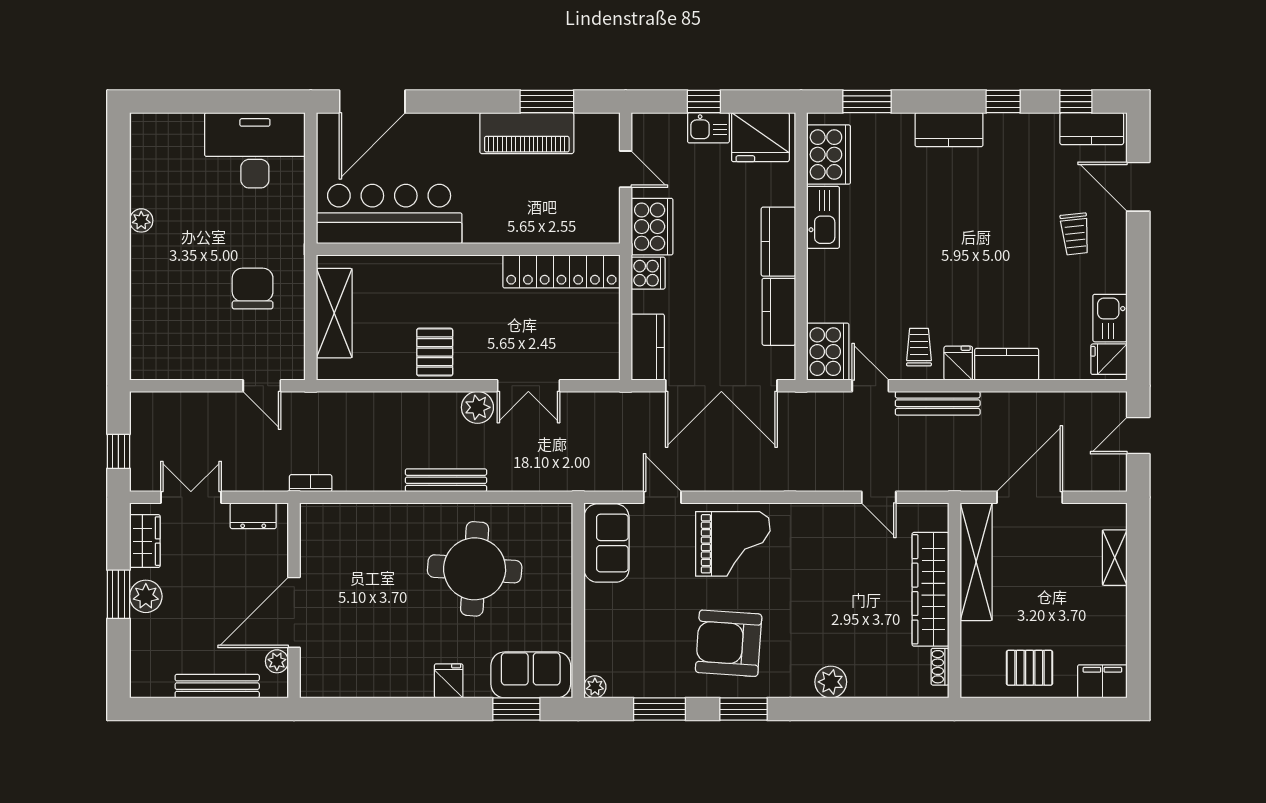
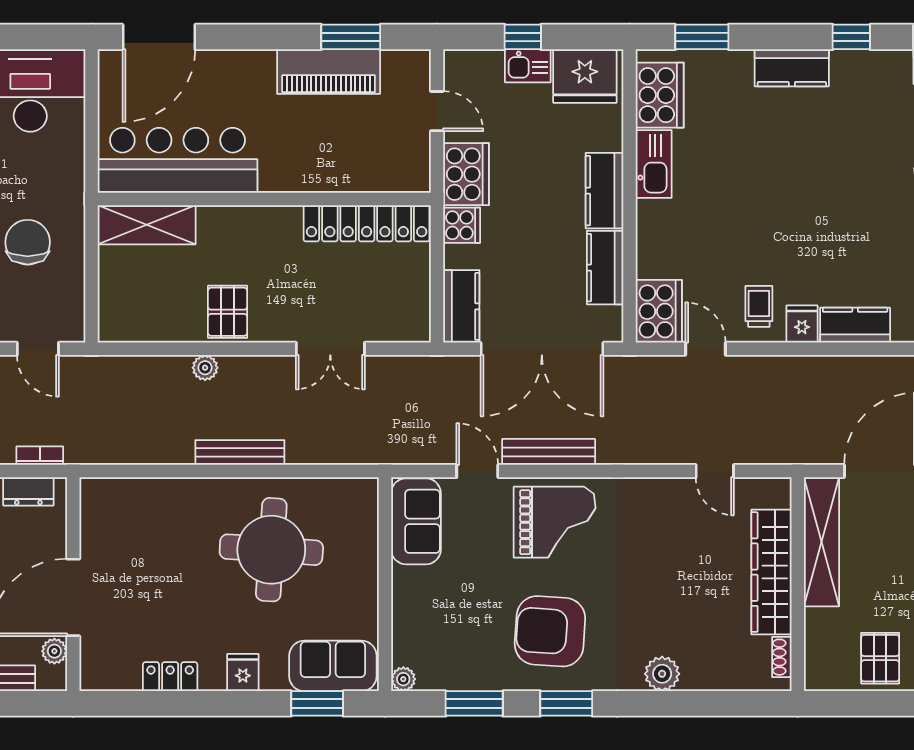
shelving: (334, 313) -> (147, 225), moved, turned 90
bench: (938, 403) -> (549, 452), moved
plant: (477, 407) -> (205, 368), moved, width x0.73, depth x0.73
bookcase: (311, 483) -> (40, 456), moved
pallet: (1029, 668) -> (880, 658), turned 90
locker: (382, 685) -> (170, 677), added

